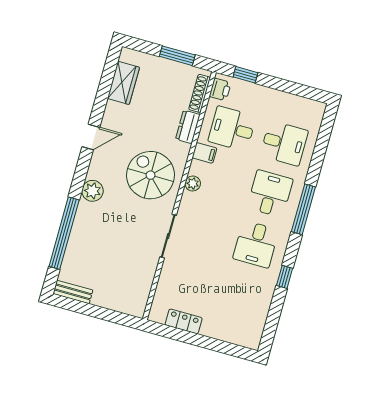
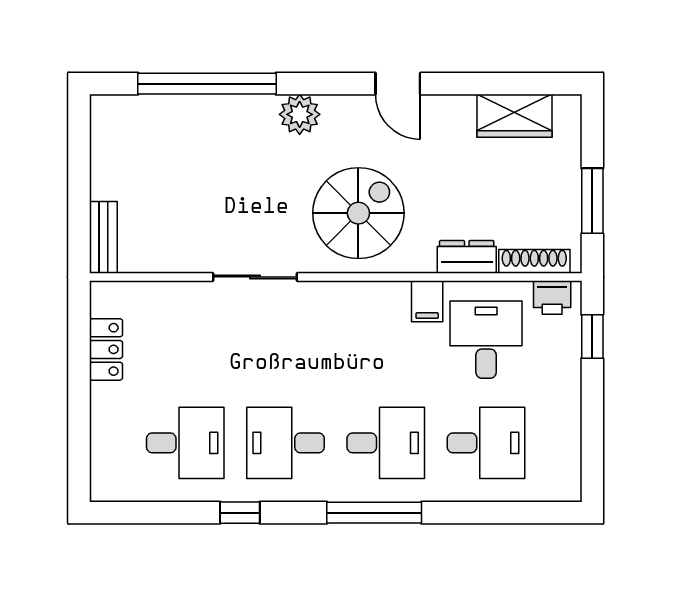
desk: (284, 143) -> (486, 443), turned -90
plant: (193, 183) -> (365, 295), removed
bench: (73, 292) -> (103, 237), moved
desk: (242, 295) -> (185, 443), added

